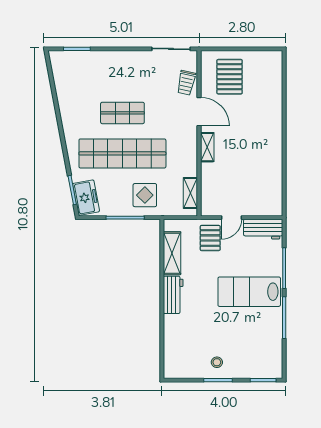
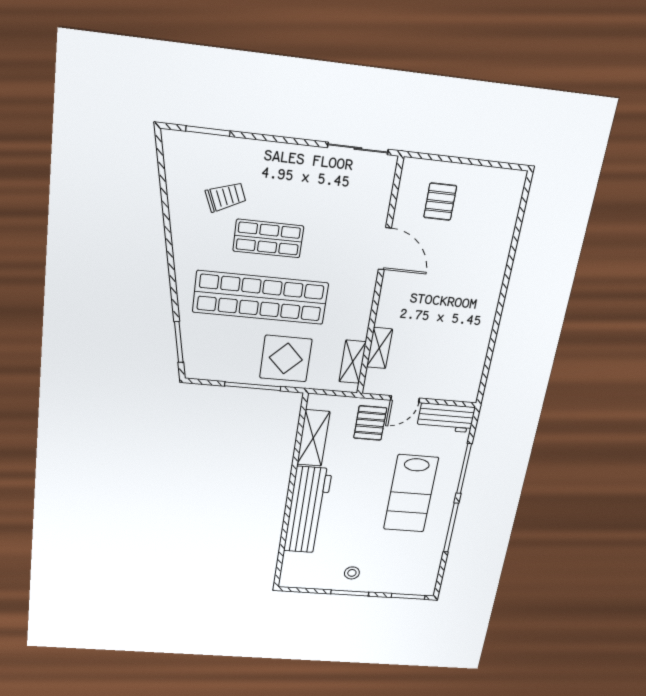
pallet: (230, 77) -> (440, 202), width x0.67, depth x0.71
trolley: (186, 83) -> (226, 197), moved, turned -124
shelving: (207, 147) -> (379, 348), moved
display table: (145, 195) -> (286, 359), width x1.36, depth x1.36
freezer: (86, 198) -> (198, 354), removed
lab bench: (249, 292) -> (411, 494), turned -90
workbench: (173, 295) -> (308, 510), width x1.88, depth x1.32

